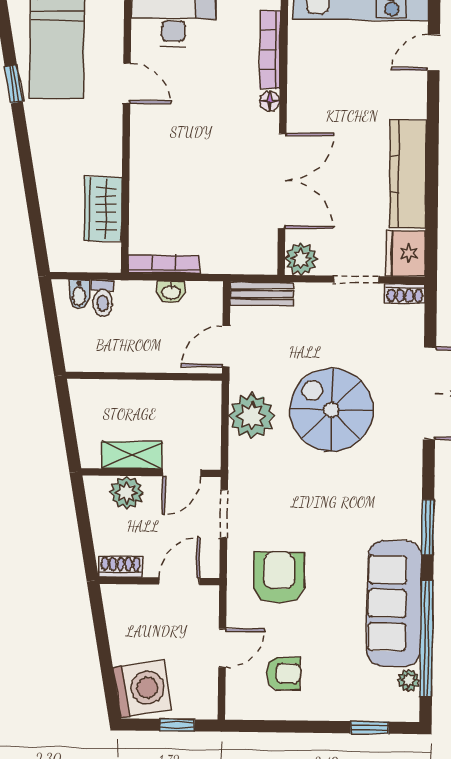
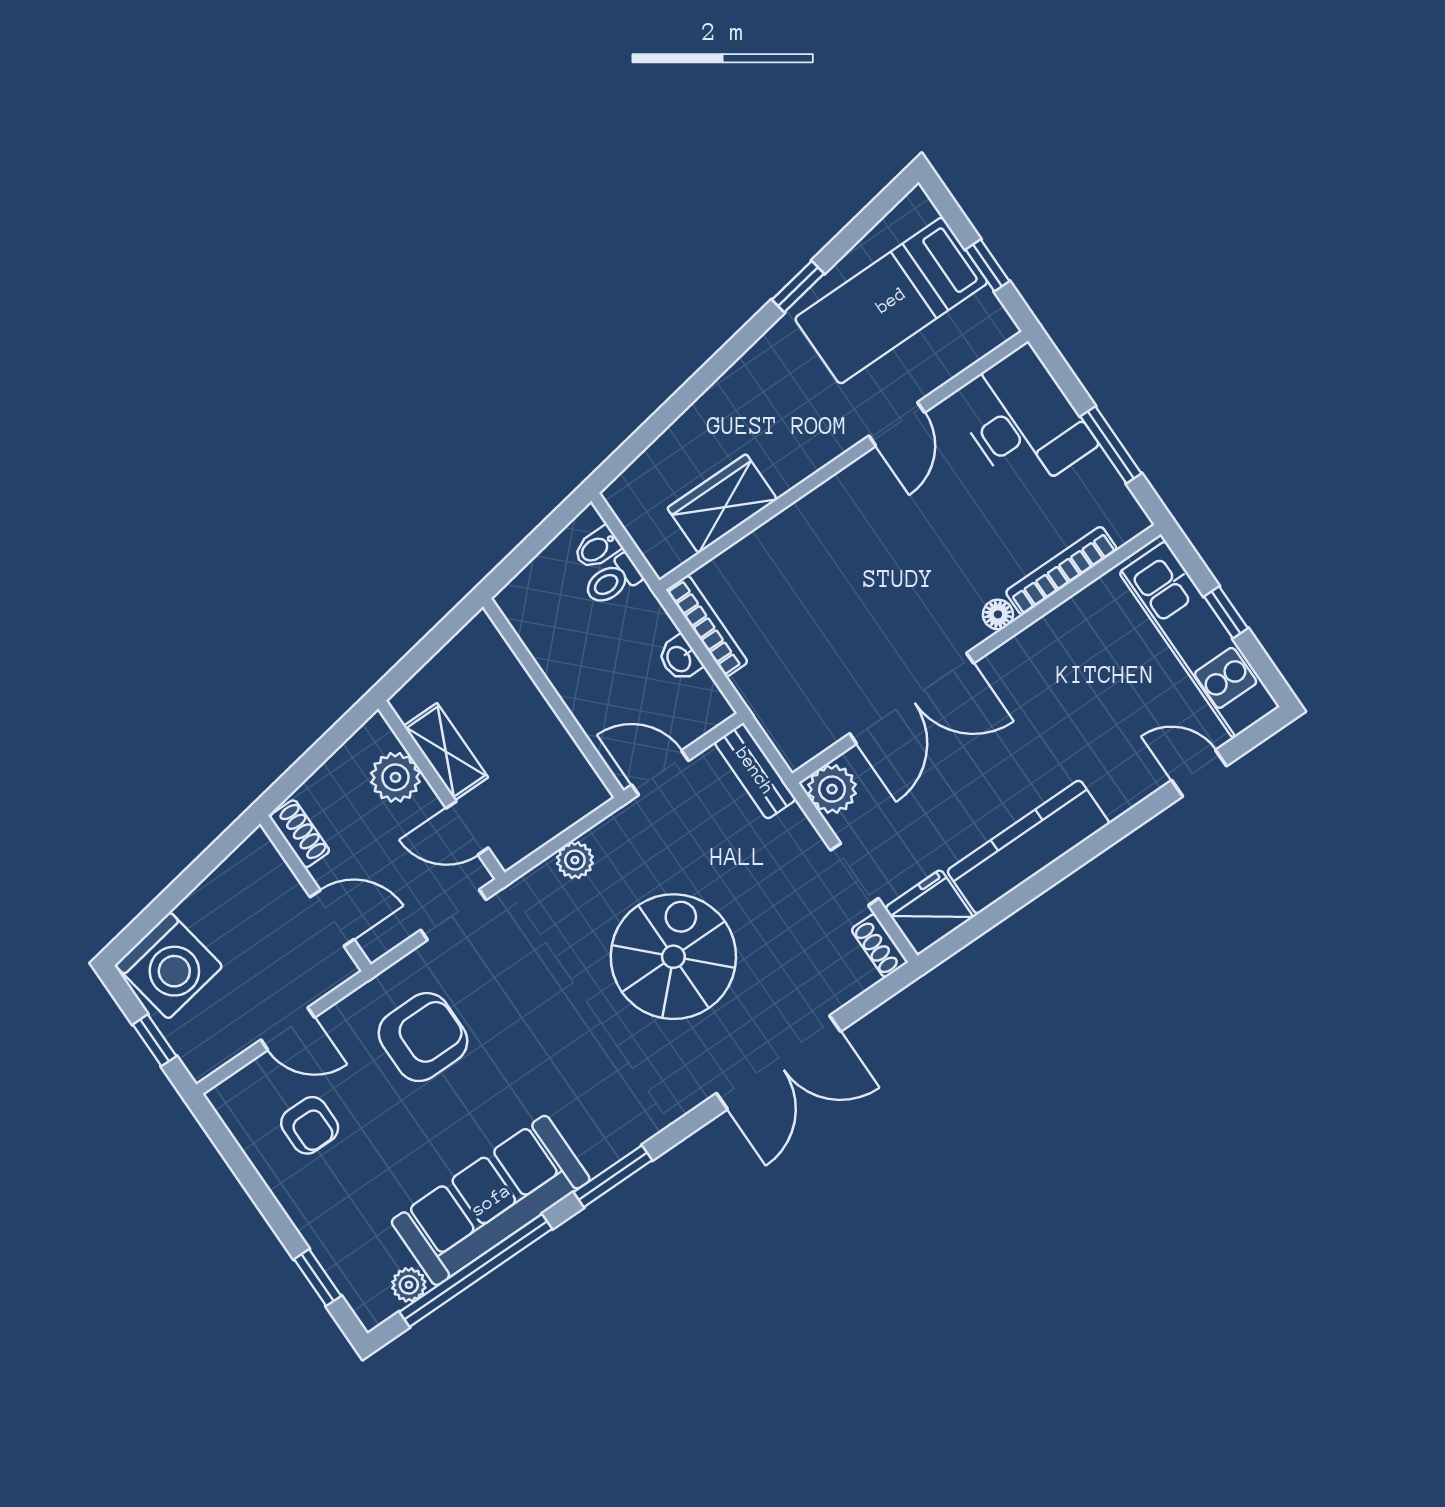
plant: (252, 416) -> (575, 860), width x0.53, depth x0.53

